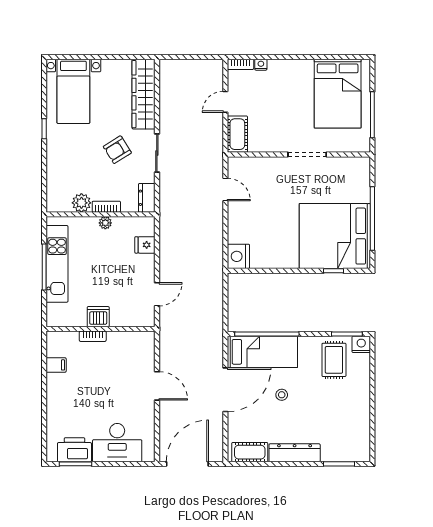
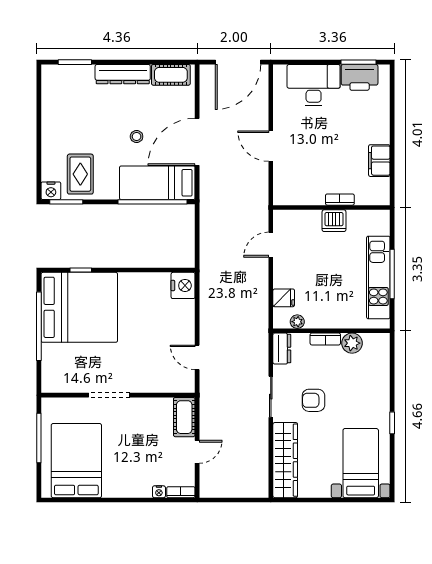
armchair: (117, 150) -> (313, 400), turned -148
plant: (105, 223) -> (297, 322), moved
filing cabinet: (56, 365) -> (379, 161), width x2.00

